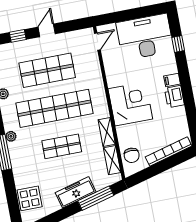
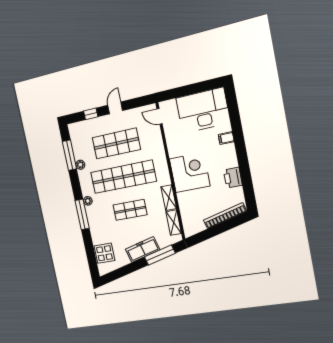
door: (97, 42) -> (160, 116), swing flipped
window: (178, 44) -> (234, 116), removed
filing cabinet: (172, 80) -> (226, 138), moved
printer: (174, 97) -> (233, 178), moved
chair: (132, 155) -> (191, 219), removed

